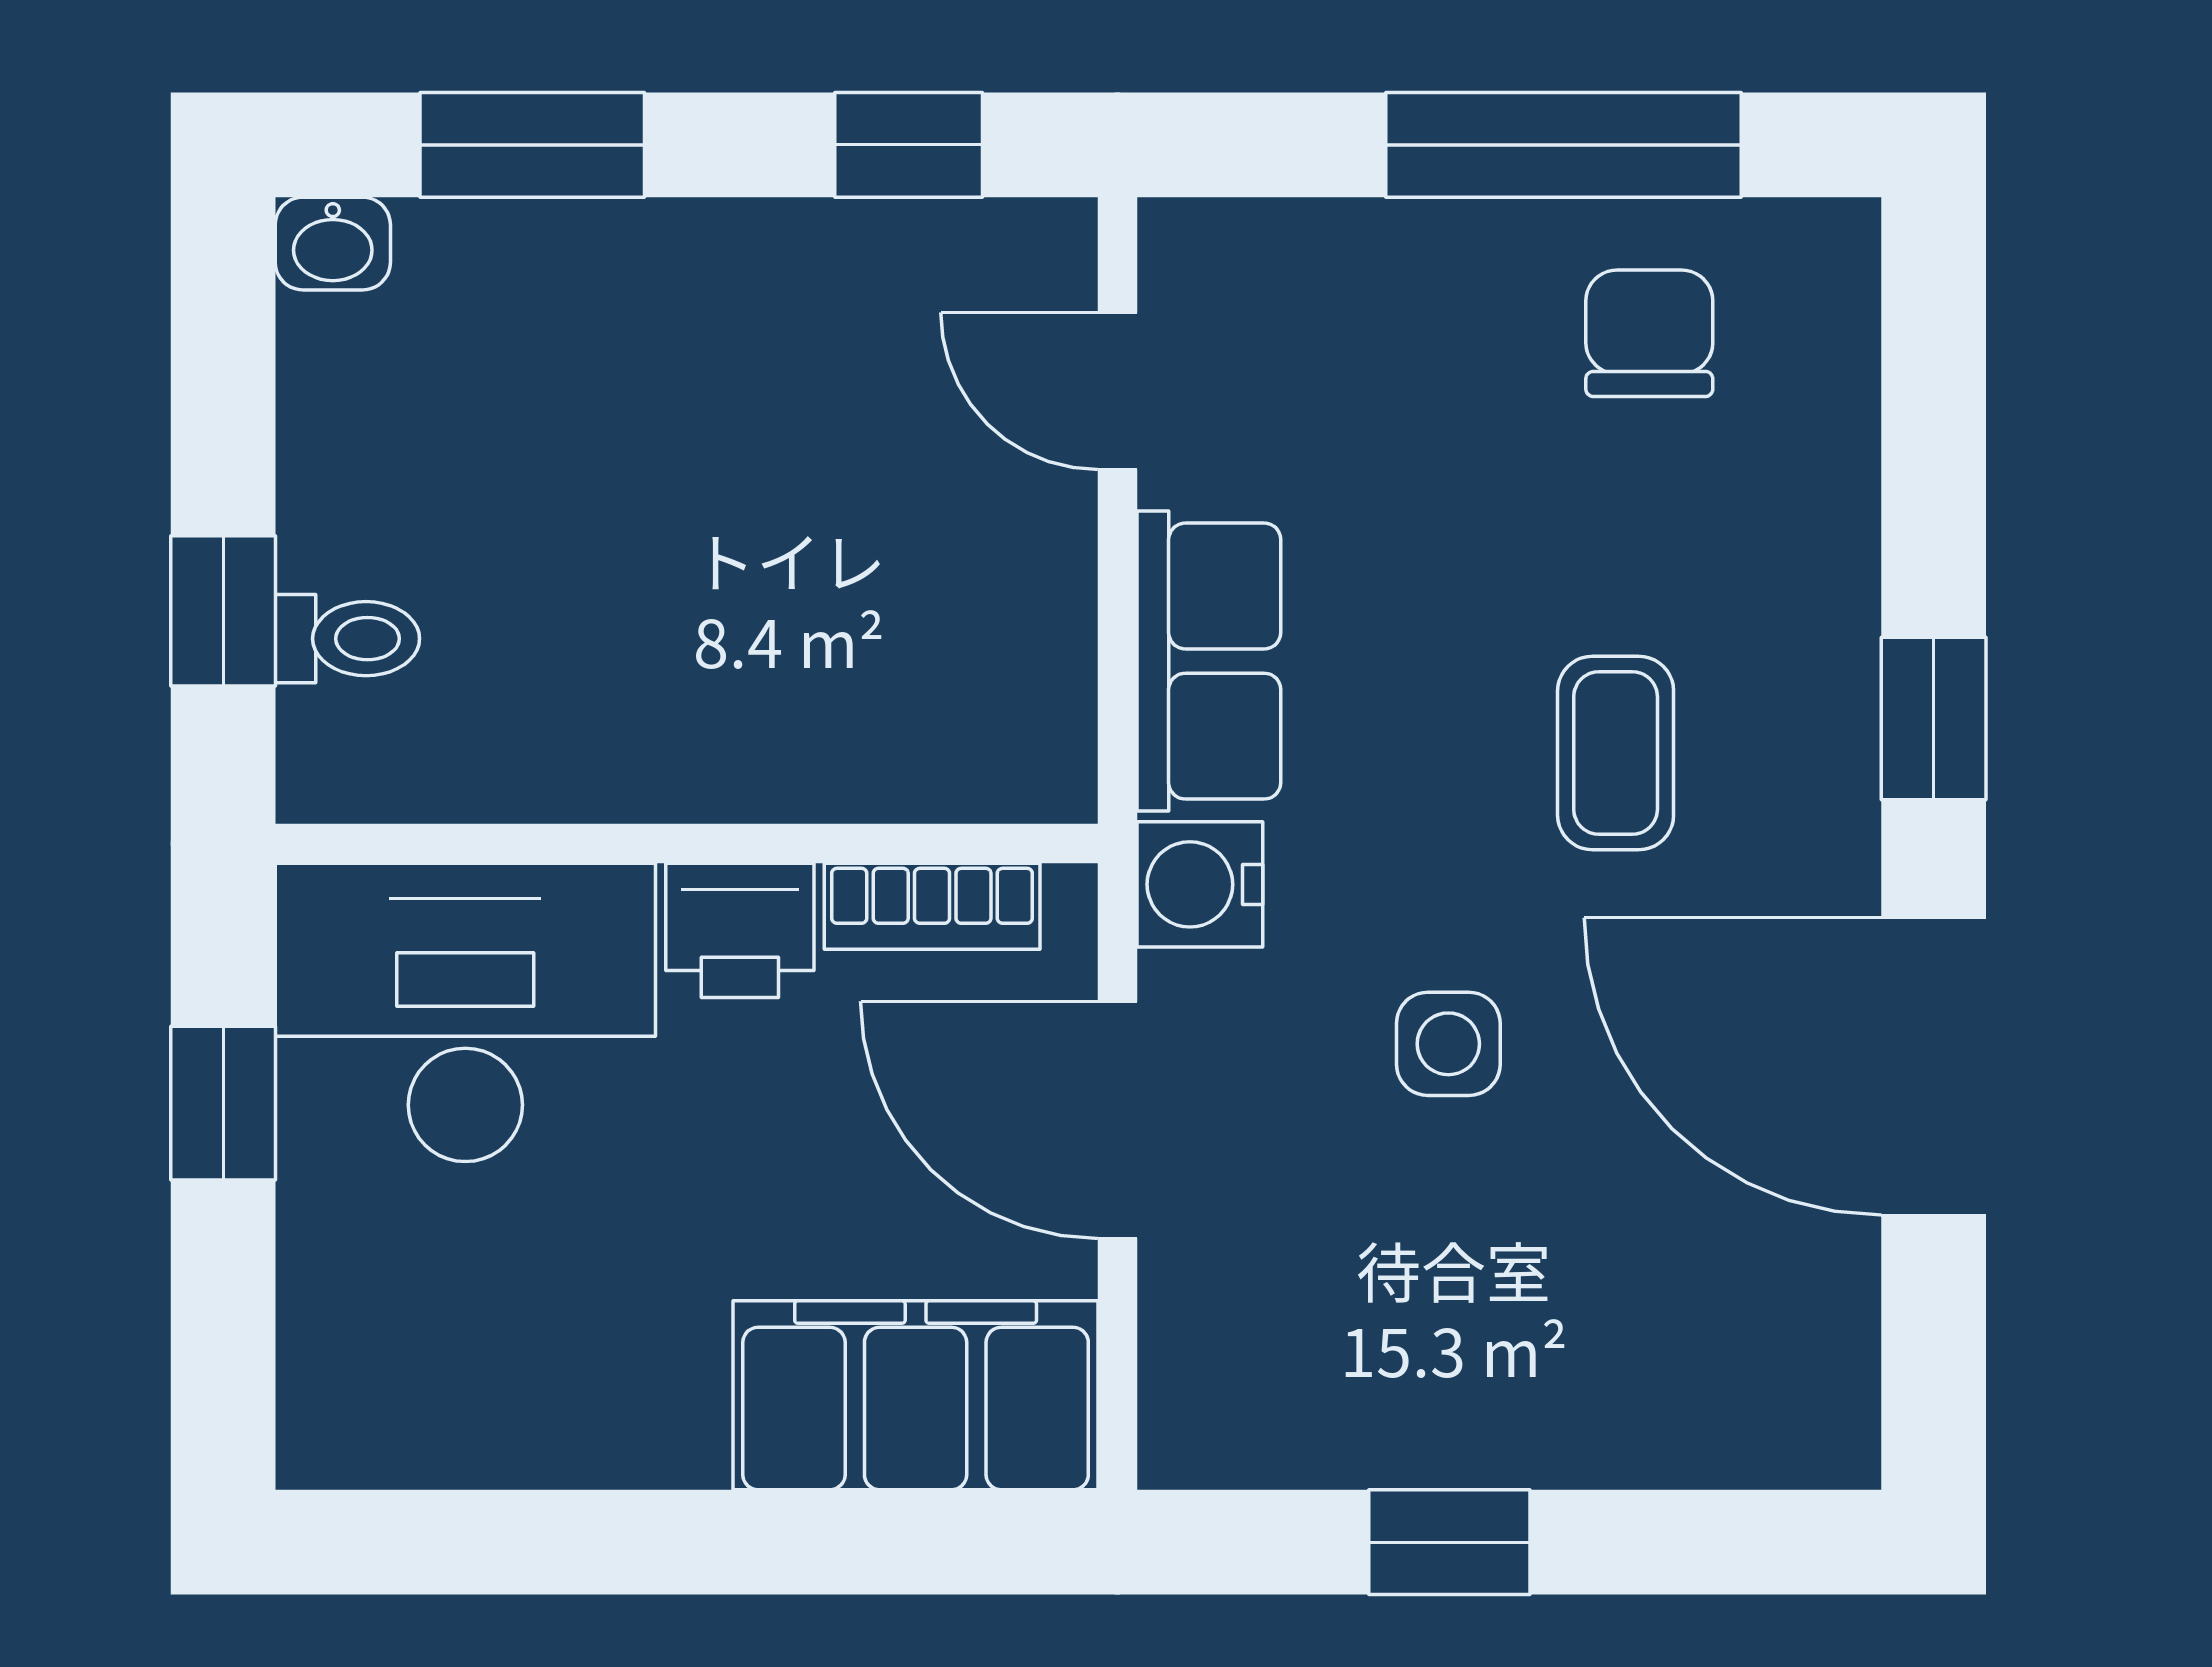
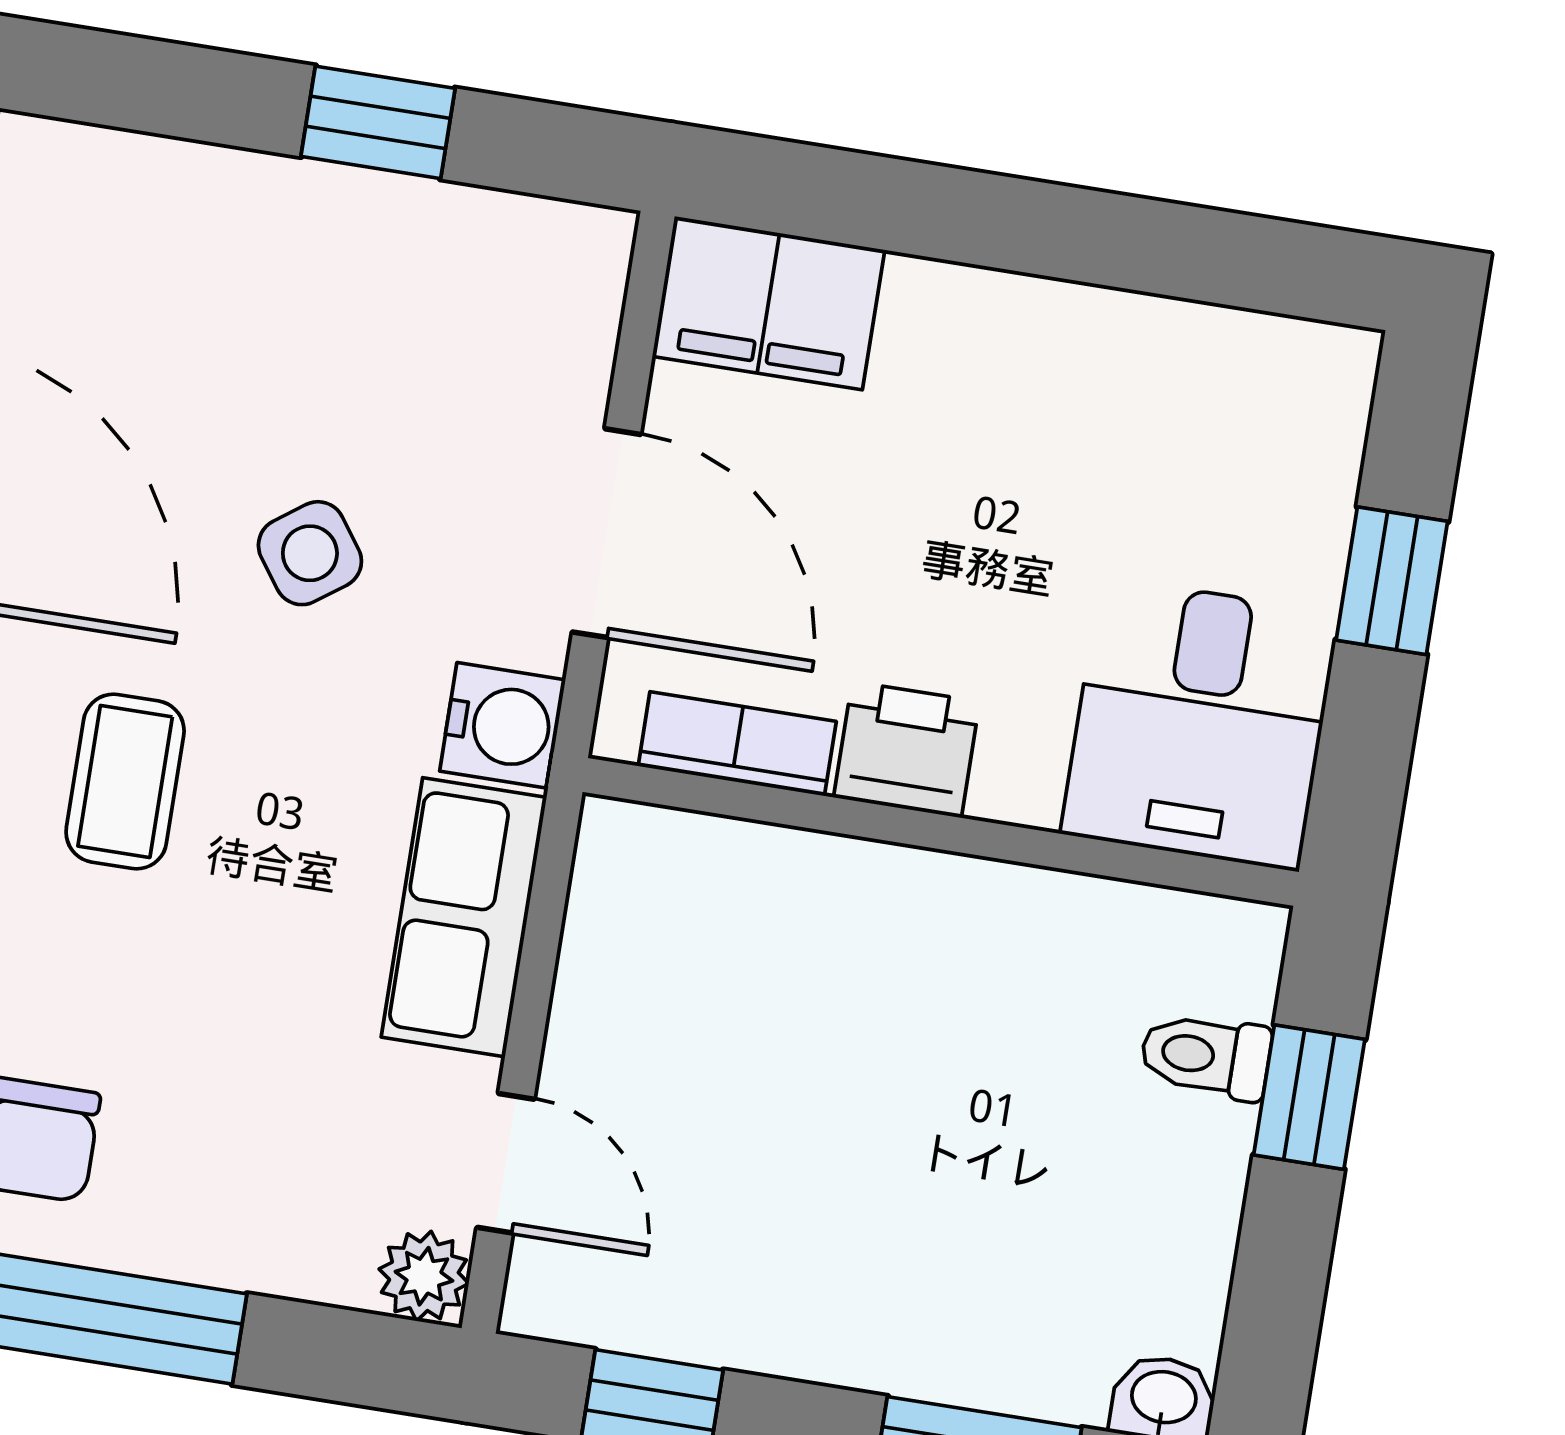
plant: (1189, 249) -> (424, 1276), added
desk: (465, 1012) -> (1200, 724), width x0.73
side table: (1448, 1044) -> (310, 553), turned -36
window: (223, 1103) -> (1392, 581), moved
filing cabinet: (916, 1395) -> (768, 303), width x0.67, depth x0.86

